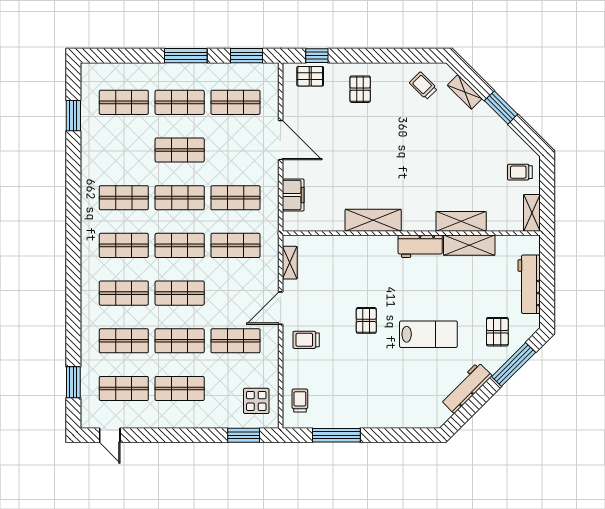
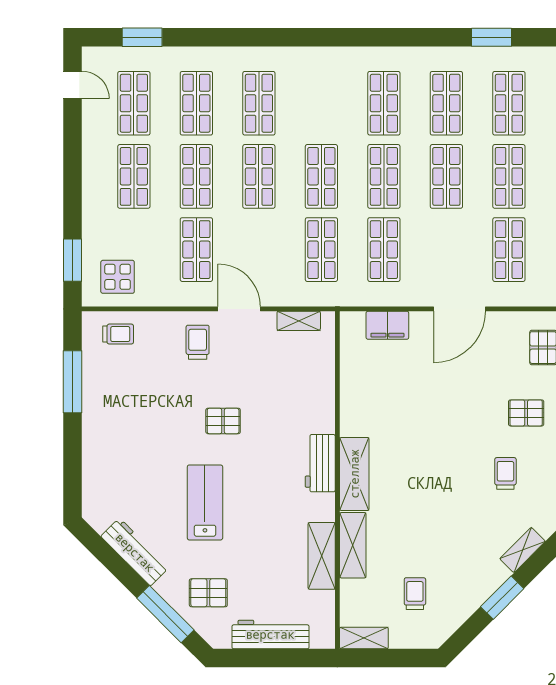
trolley: (423, 86) -> (505, 473), moved, turned -45
trolley: (520, 172) -> (415, 594), moved
shelving: (373, 220) -> (354, 474), moved
shop shelf: (124, 245) -> (446, 103), moved
workbench: (420, 246) -> (320, 463), moved
lab bench: (428, 334) -> (205, 502), turned 180
door: (110, 435) -> (73, 85), swing flipped

